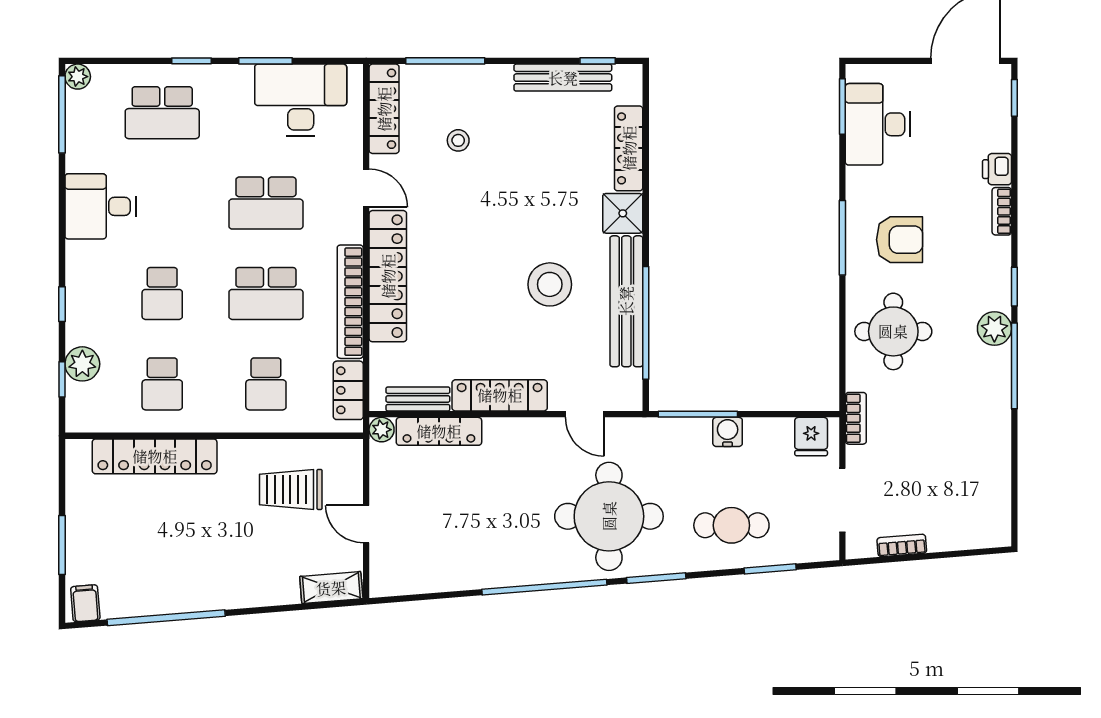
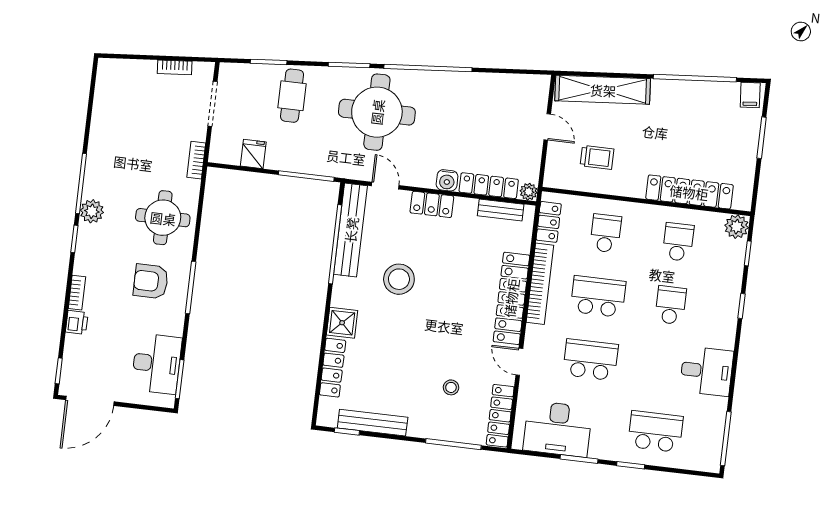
plant: (78, 77) -> (712, 464), removed
bench: (626, 301) -> (351, 230), moved
plant: (82, 364) -> (737, 227), moved
locker: (500, 395) -> (432, 204), width x0.66
water cooler: (728, 432) -> (447, 180), moved
fridge: (811, 437) -> (253, 154), moved
trolley: (291, 489) -> (597, 157), width x0.73, depth x0.72
cafe table: (731, 525) -> (292, 96), turned 90
shelving: (331, 588) -> (603, 90), width x2.20, depth x1.33

